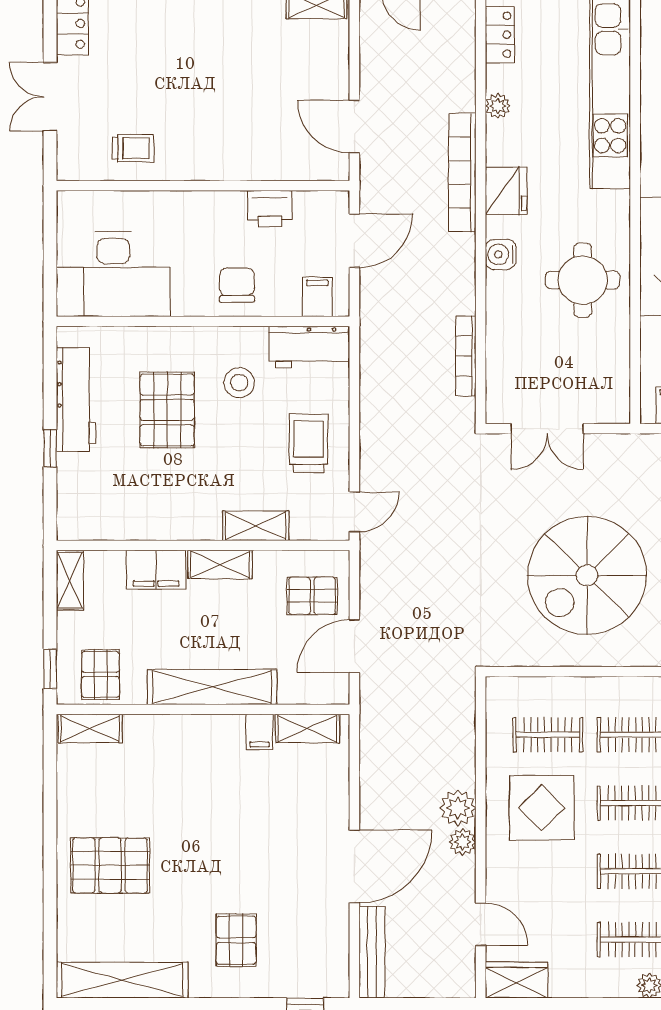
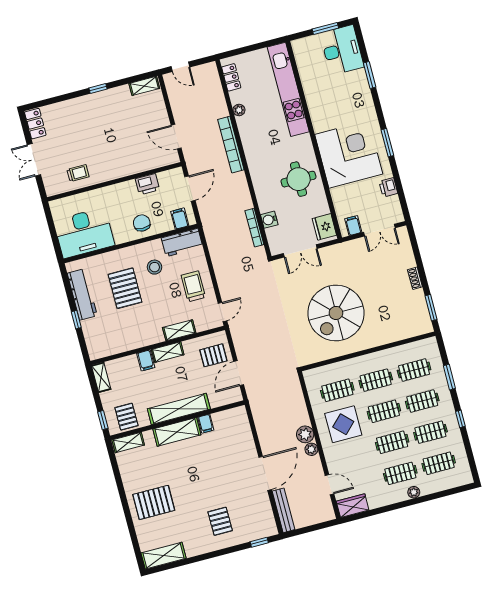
fridge: (506, 191) -> (324, 227), moved, turned 180
water cooler: (501, 254) -> (269, 220), moved
filing cabinet: (156, 570) -> (146, 360), width x0.50
shelving: (307, 728) -> (177, 432), moved, width x1.50, depth x1.33
shelving: (122, 980) -> (164, 556), width x0.68

